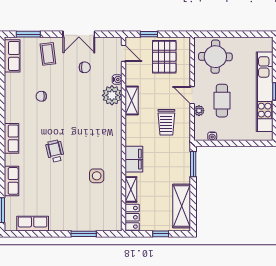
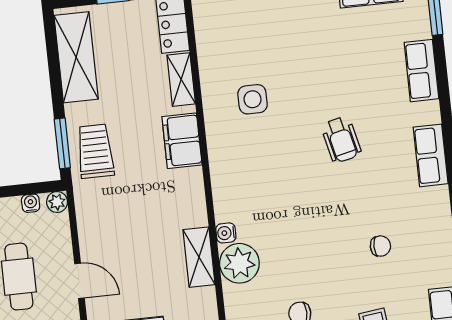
water cooler: (117, 80) -> (226, 233), moved
plant: (199, 111) -> (57, 202), moved
trolley: (166, 122) -> (95, 151), moved

